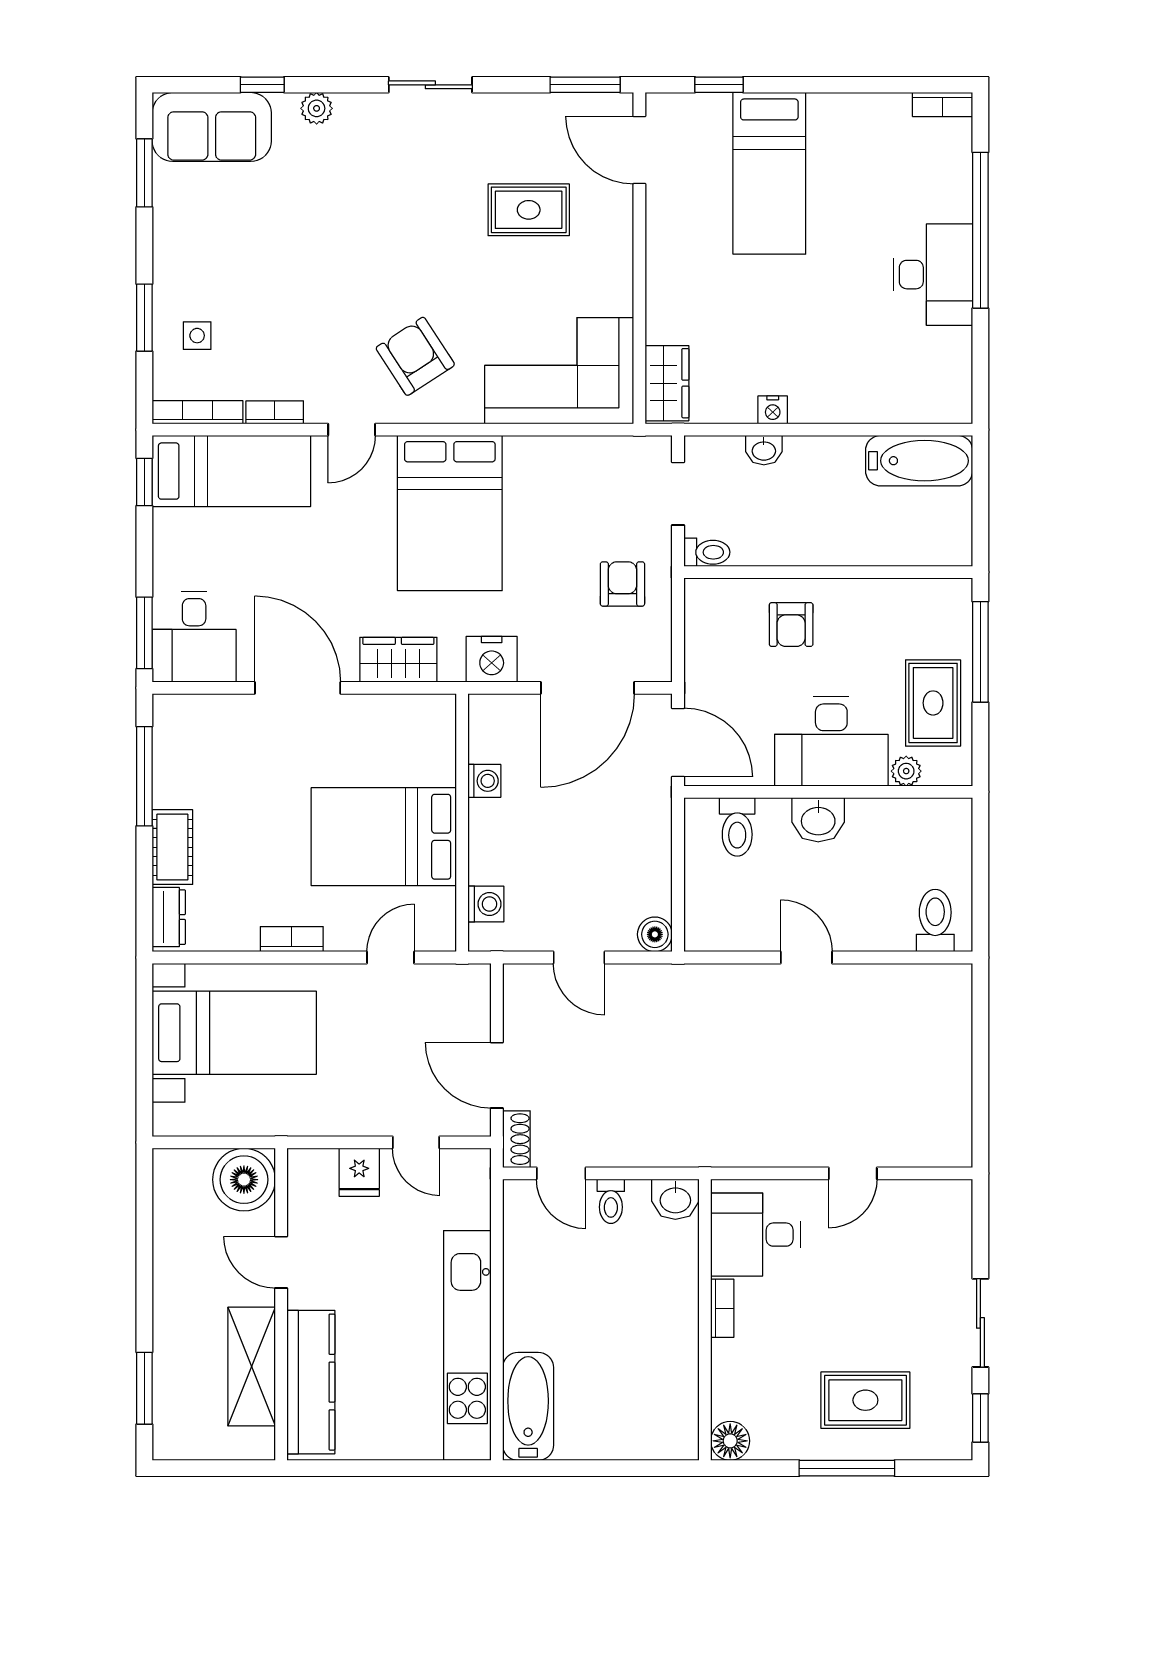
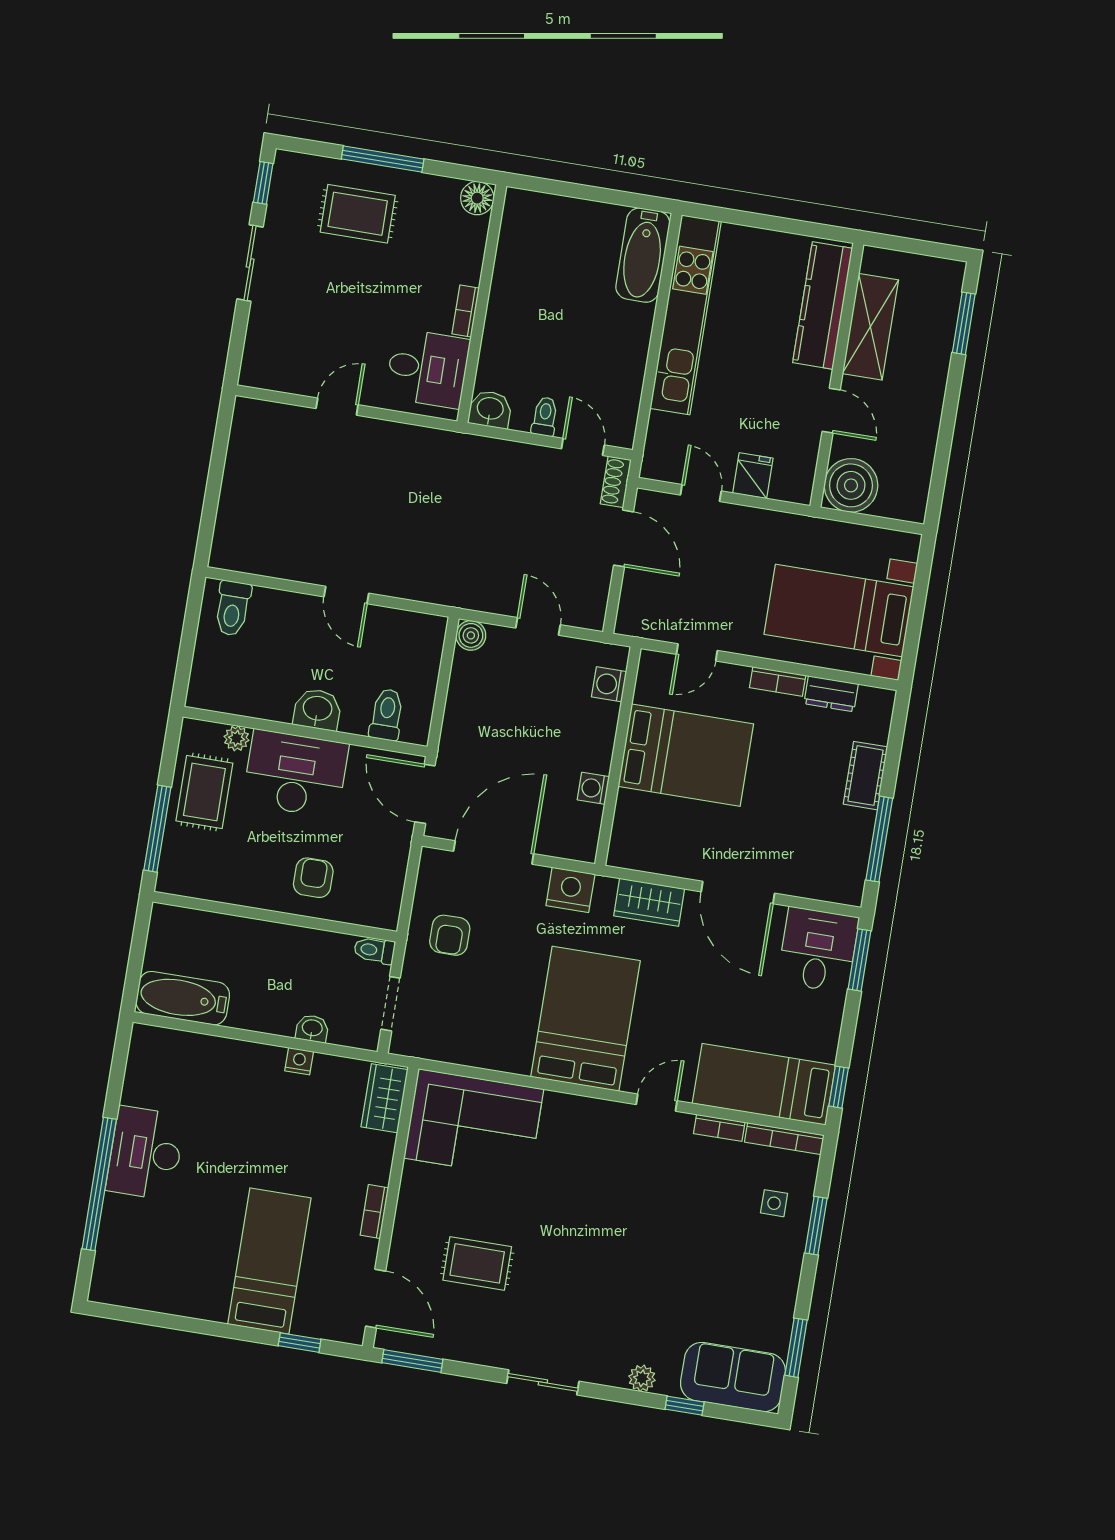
bookcase: (943, 105) -> (374, 1211), moved, turned -90
armchair: (415, 356) -> (593, 1156), removed
dresser: (169, 917) -> (831, 694), moved, turned -90

